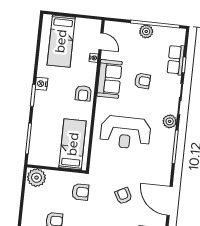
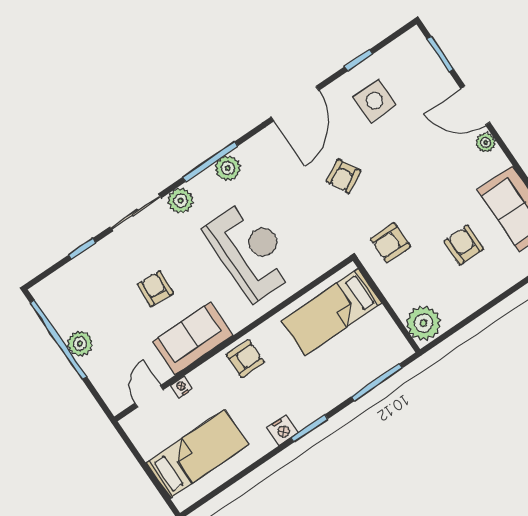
row of seats: (176, 60) -> (85, 267), removed
plant: (166, 152) -> (228, 168), added
armchair: (80, 192) -> (391, 243), turned -90

